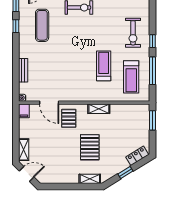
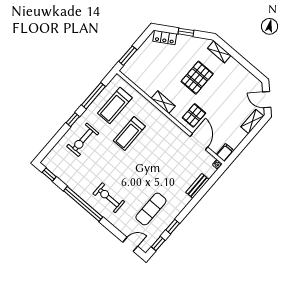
exercise bike: (133, 33) -> (83, 140), turned 180
treadmill: (131, 77) -> (115, 105), turned 180

